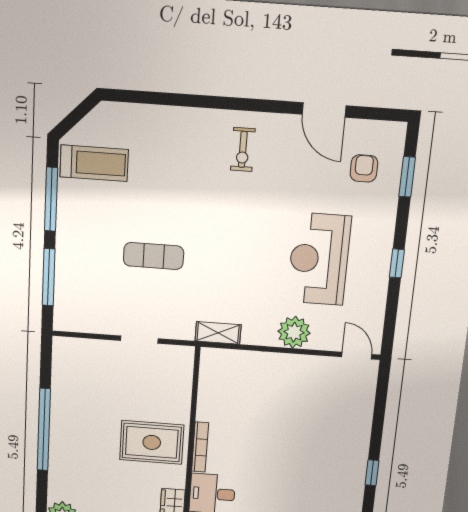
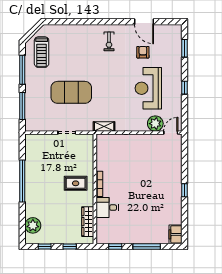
treadmill: (94, 163) -> (42, 52), turned 90
armchair: (364, 168) -> (143, 52), moved
exercise mat: (154, 256) -> (71, 92), width x2.00, depth x1.45
plant: (294, 332) -> (155, 124), moved
door: (357, 356) -> (171, 133), hinge flipped
rug: (152, 442) -> (76, 183), width x0.73, depth x0.70

